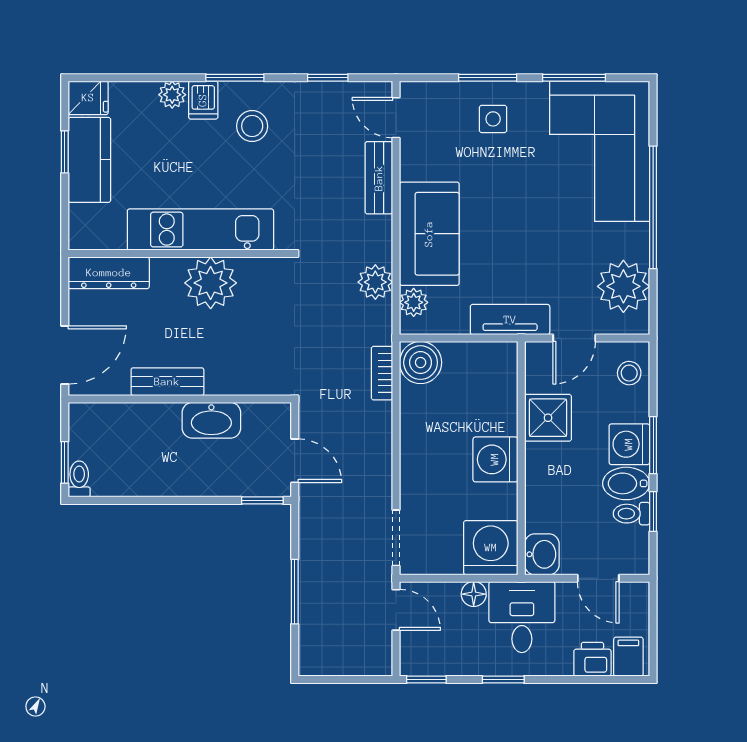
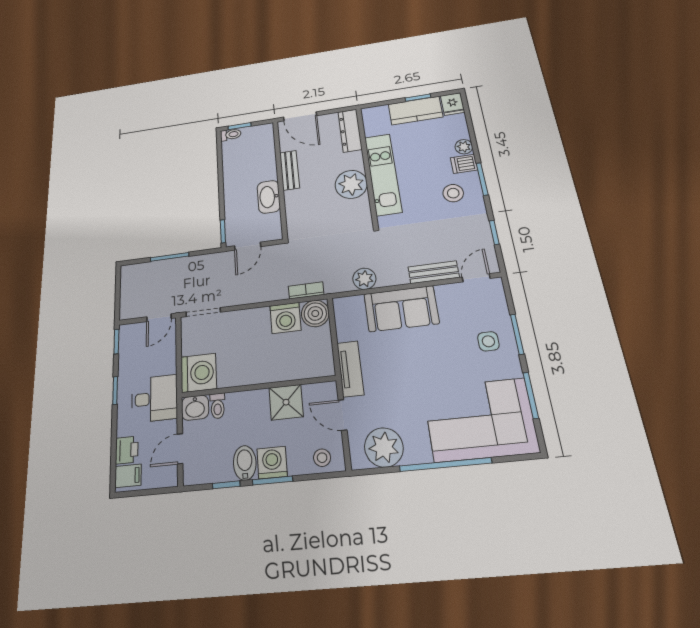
plant: (414, 302) -> (354, 304), removed
washing machine: (495, 459) -> (285, 318), moved, turned 180
toilet: (631, 514) -> (218, 406), moved, turned 180
floor lamp: (474, 594) -> (169, 365), removed

